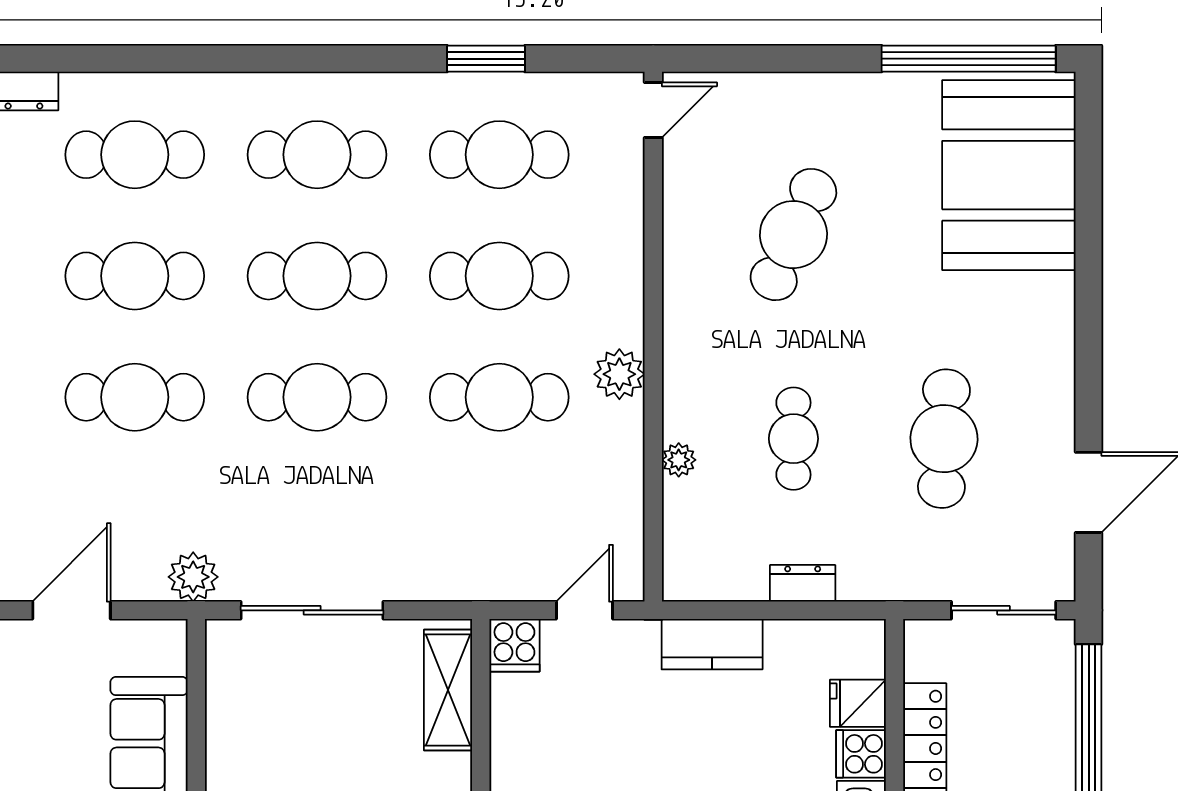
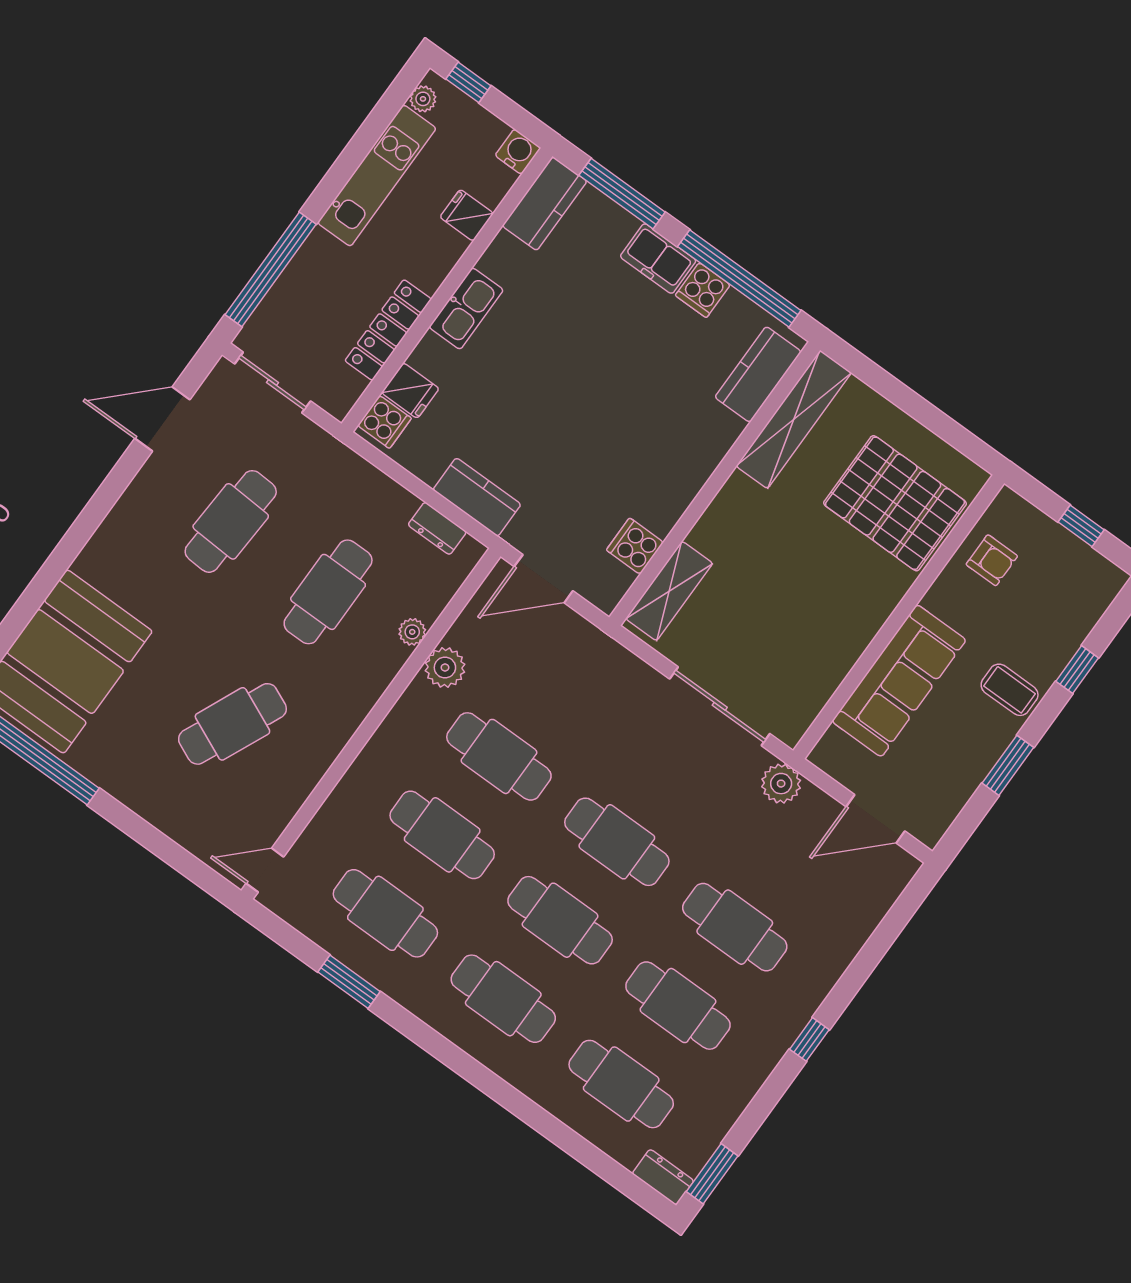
plant: (619, 374) -> (445, 668), moved
cafe table: (793, 439) -> (328, 592), width x1.37, depth x1.35
dresser: (803, 583) -> (437, 528), moved
door: (585, 610) -> (544, 579), width x1.38
cooker: (514, 645) -> (635, 546), moved, turned -90
cooker: (861, 754) -> (385, 422), moved

